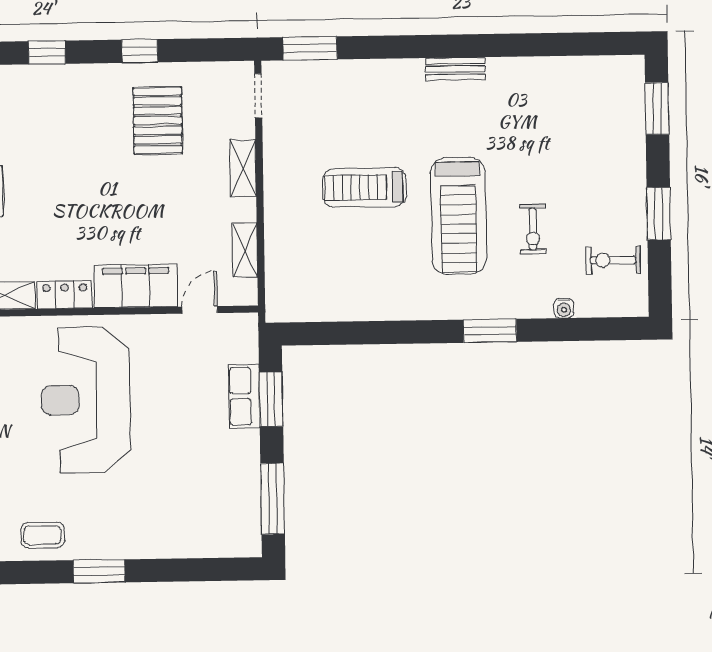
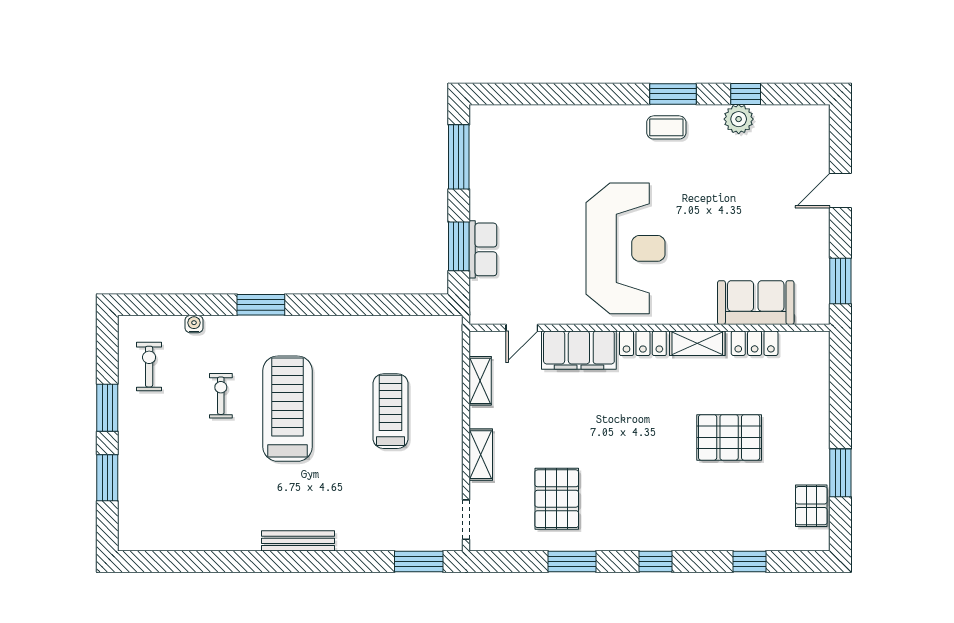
window: (140, 51) -> (572, 561), width x1.50
bench: (455, 69) -> (298, 541), width x1.36
window: (657, 108) -> (107, 478), moved
treadmill: (365, 187) -> (390, 411), moved, turned -90
exercise bike: (613, 260) -> (149, 367), turned -90
window: (99, 571) -> (673, 94), moved

